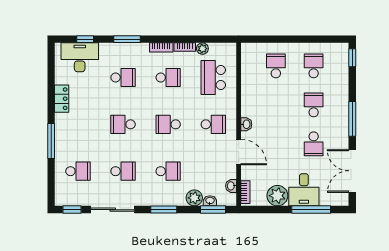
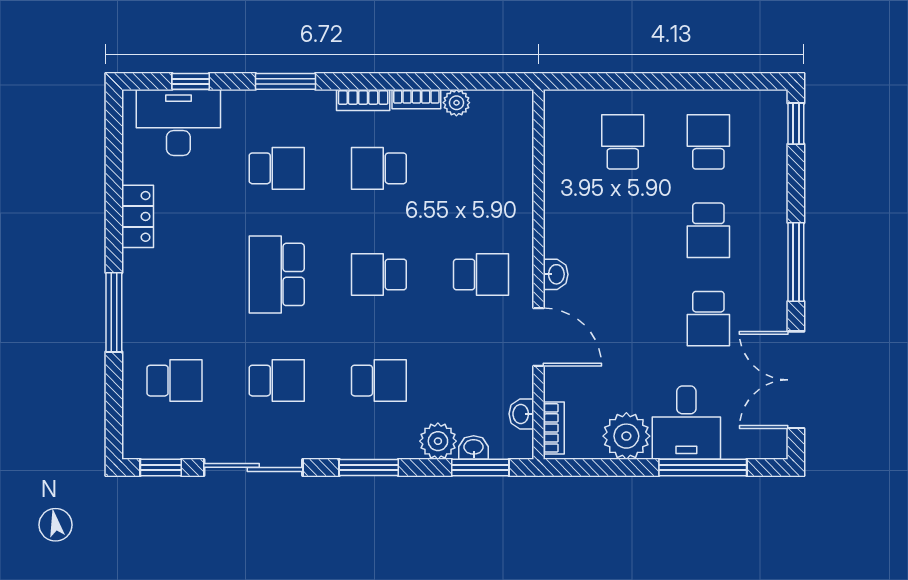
school desk: (168, 78) -> (379, 168), turned 180
school desk: (213, 78) -> (481, 168), removed
school desk: (314, 105) -> (708, 230), turned 180
school desk: (123, 124) -> (277, 274), width x1.85

